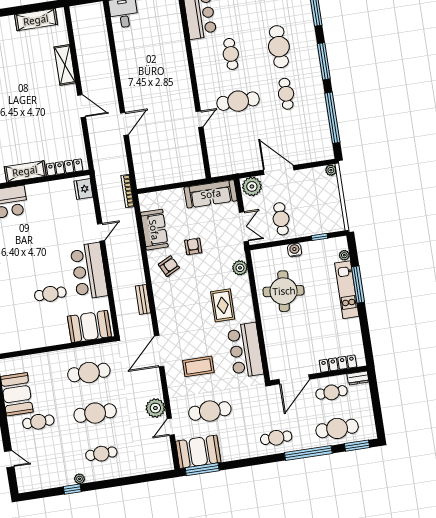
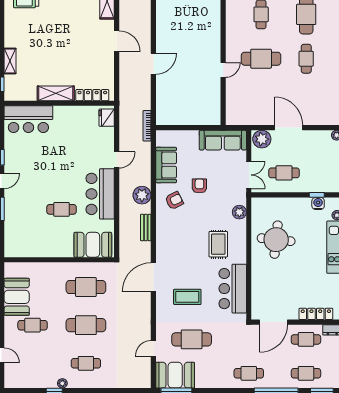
cafe table: (281, 219) -> (284, 173), turned 90
water cooler: (295, 250) -> (318, 203), moved
plant: (155, 408) -> (142, 195), moved
cafe table: (337, 428) -> (306, 373), width x0.73, depth x0.74

